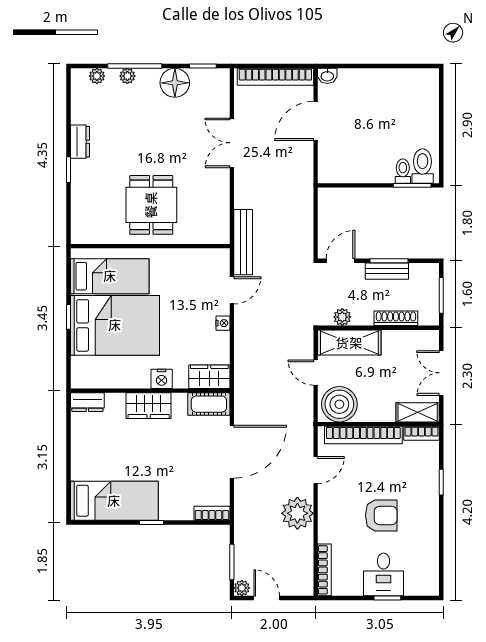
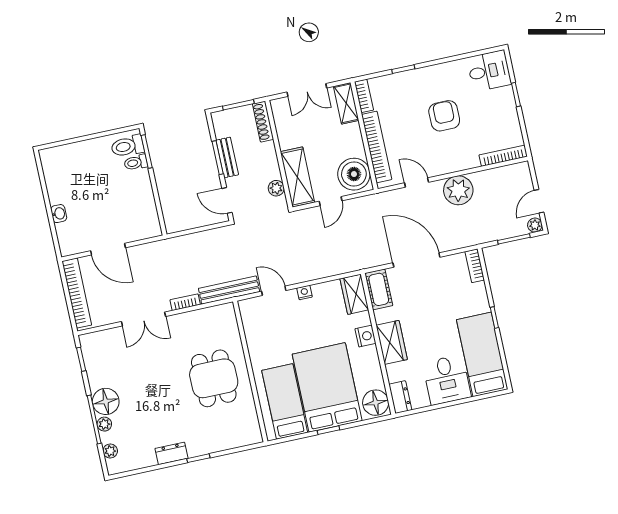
washbasin: (327, 76) -> (59, 214), moved
floor lamp: (175, 83) -> (106, 401), moved
bookcase: (240, 192) -> (185, 302), added
dining table: (151, 205) -> (214, 378), turned 90
shoe rack: (396, 318) -> (263, 122), moved
floor lamp: (87, 374) -> (376, 403), added
desk: (95, 457) -> (447, 380), added
desk: (384, 574) -> (489, 71), moved

